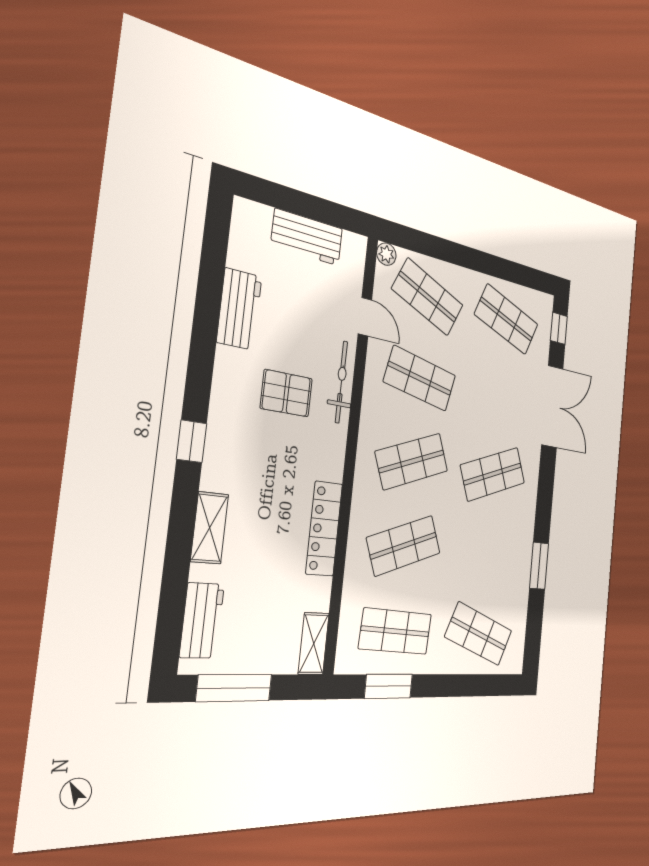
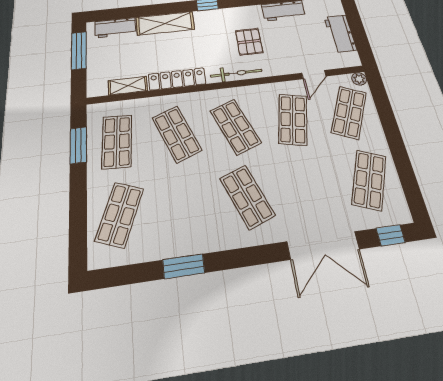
bicycle: (341, 382) -> (236, 73), moved
shelving: (210, 528) -> (165, 23), width x1.50, depth x1.33
shelving: (314, 644) -> (128, 86), moved

